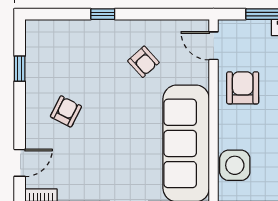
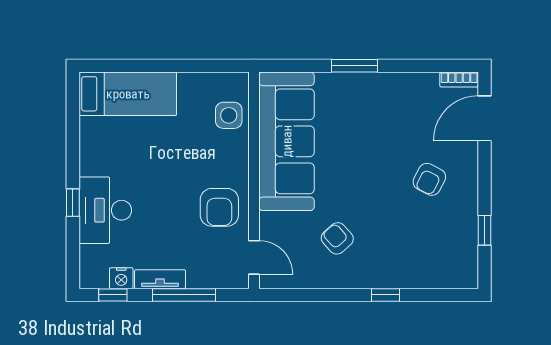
door: (20, 163) -> (484, 118), width x1.38
side table: (235, 165) -> (229, 115), width x0.73, depth x0.73

